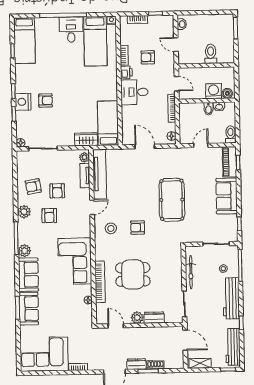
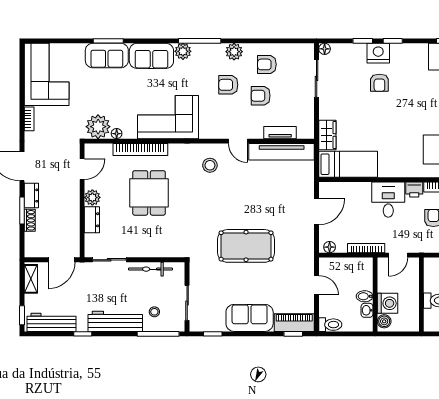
plant: (84, 157) -> (98, 127), moved, width x1.87, depth x1.87
armchair: (33, 187) -> (267, 64), turned -80
armchair: (138, 227) -> (211, 200), removed

